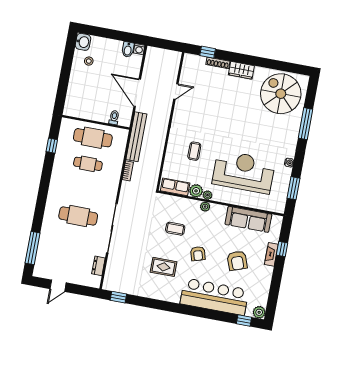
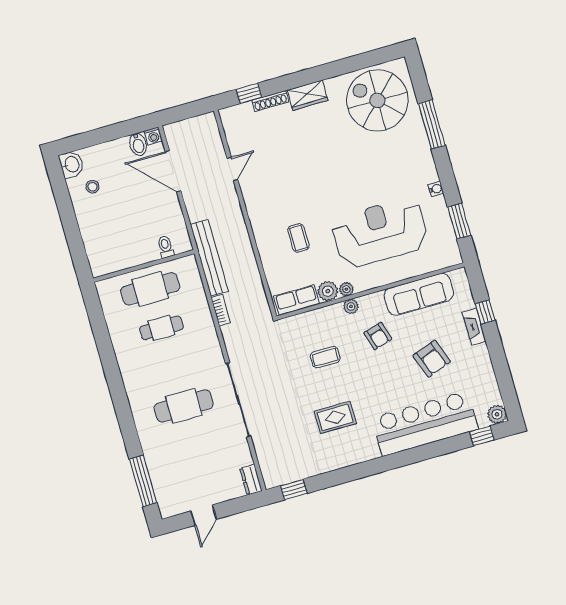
door: (137, 93) -> (173, 171), moved
window: (52, 146) -> (99, 328), removed
armchair: (198, 254) -> (378, 336), moved
dresser: (98, 266) -> (251, 480), moved

